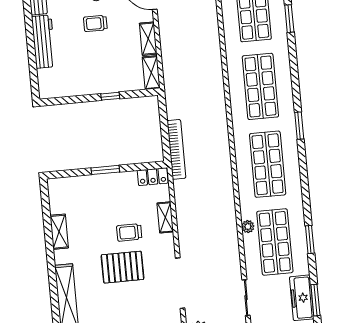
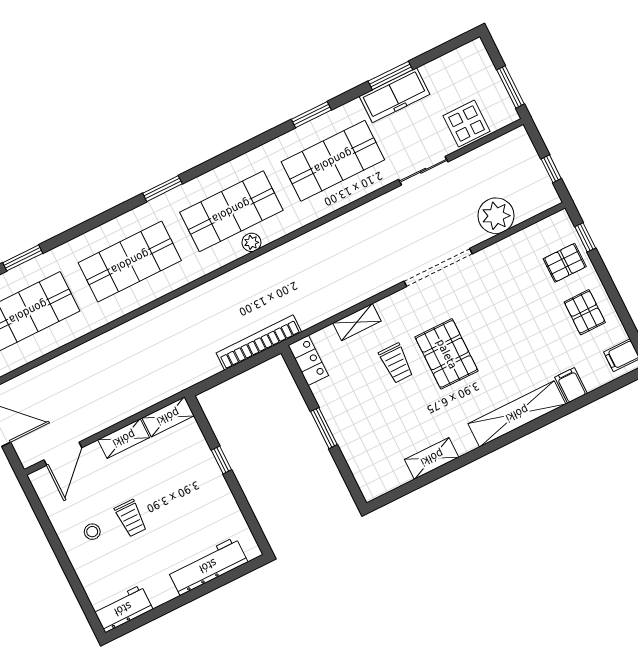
workbench: (44, 42) -> (208, 566), moved
plant: (248, 227) -> (251, 242), moved

